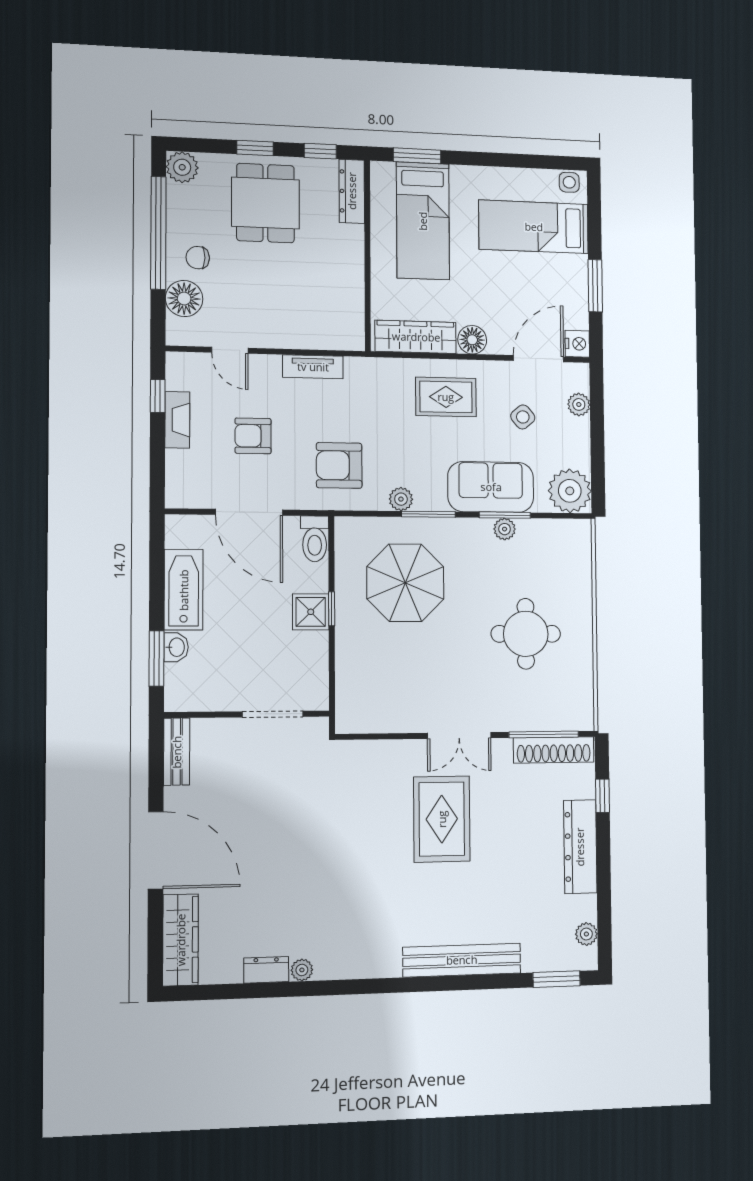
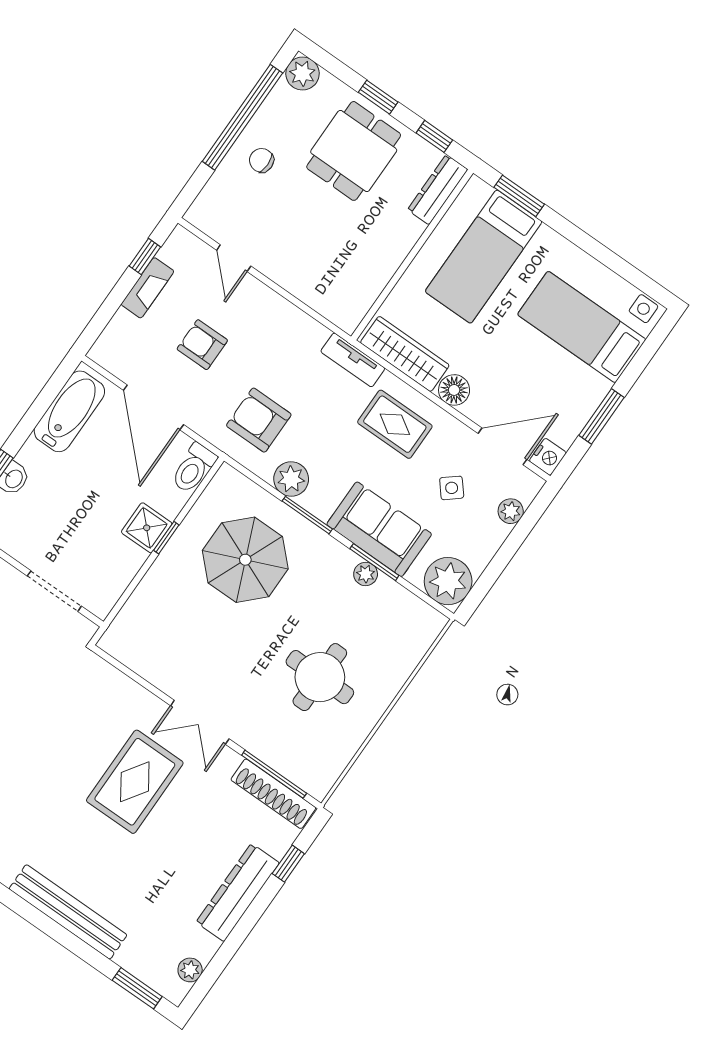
floor lamp: (184, 299) -> (225, 188), removed
tv unit: (313, 367) -> (353, 360), moved
plant: (401, 499) -> (291, 479), width x1.38, depth x1.38
bathtub: (184, 590) -> (69, 411), moved

